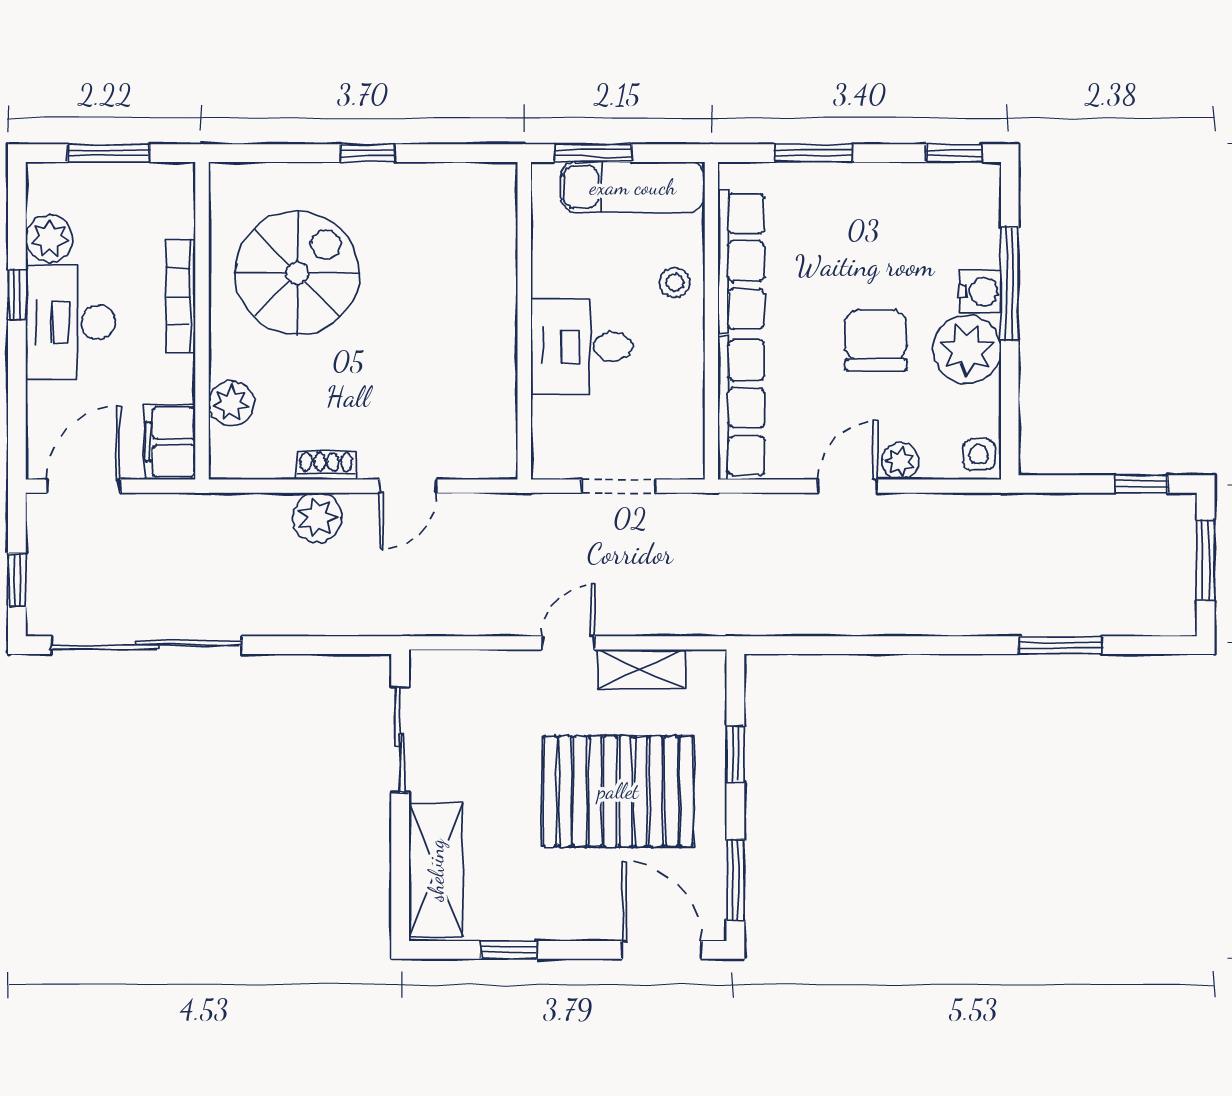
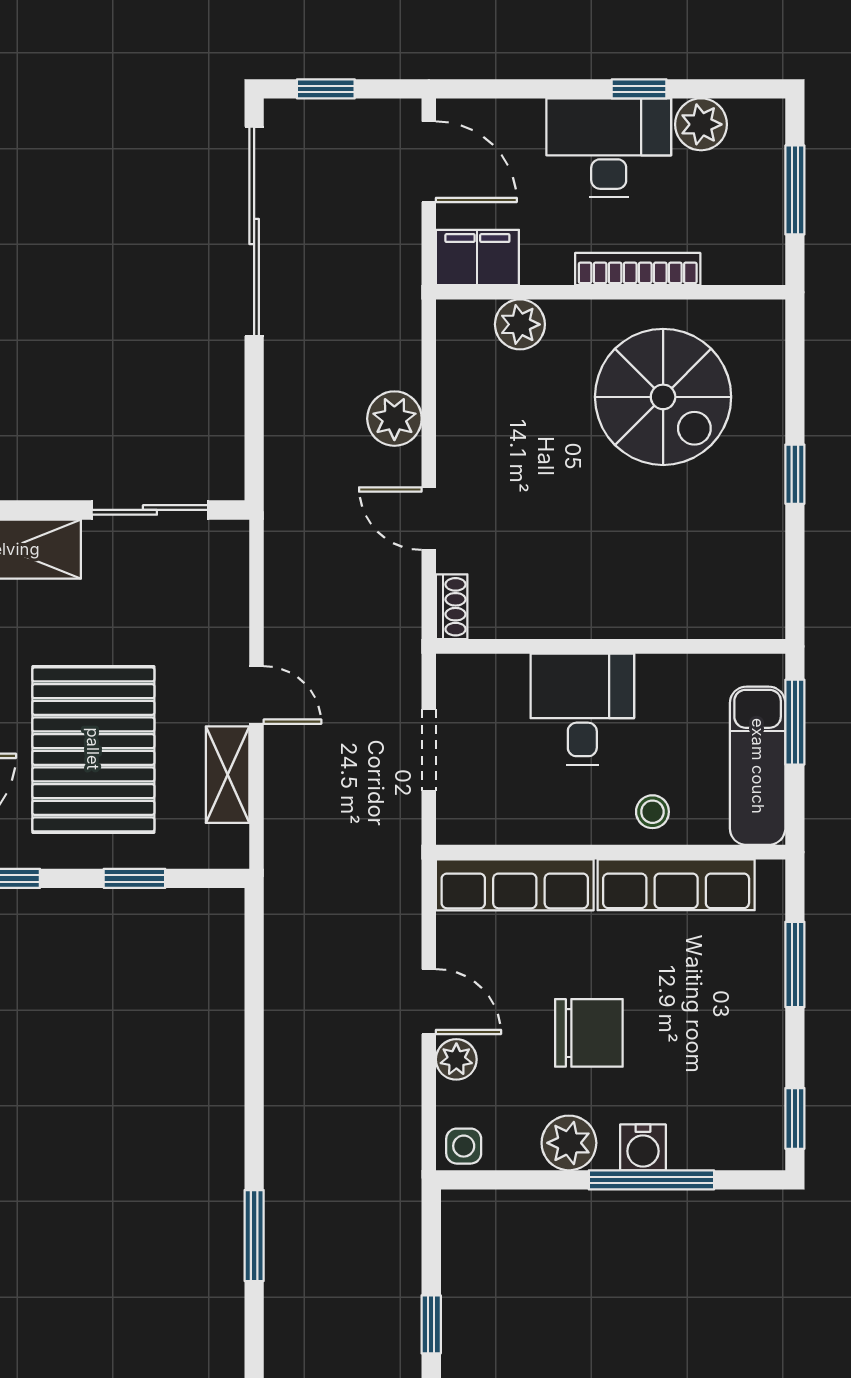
plant: (967, 350) -> (569, 1143), width x0.73, depth x0.73
shoe rack: (326, 465) -> (452, 607), moved

